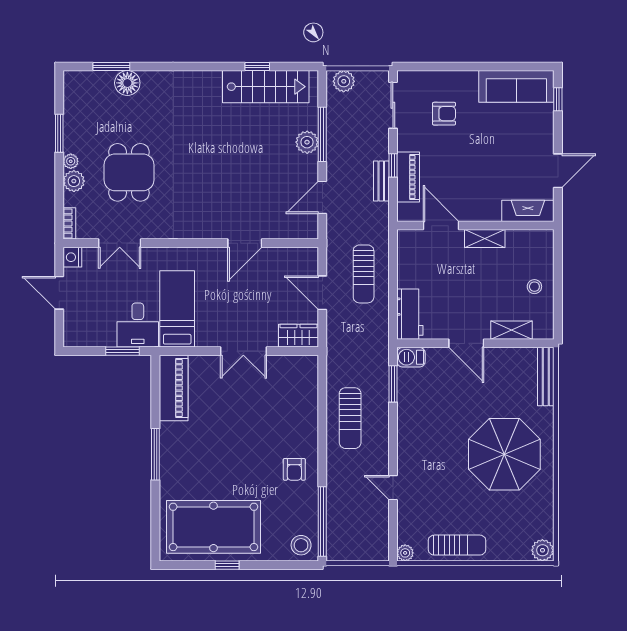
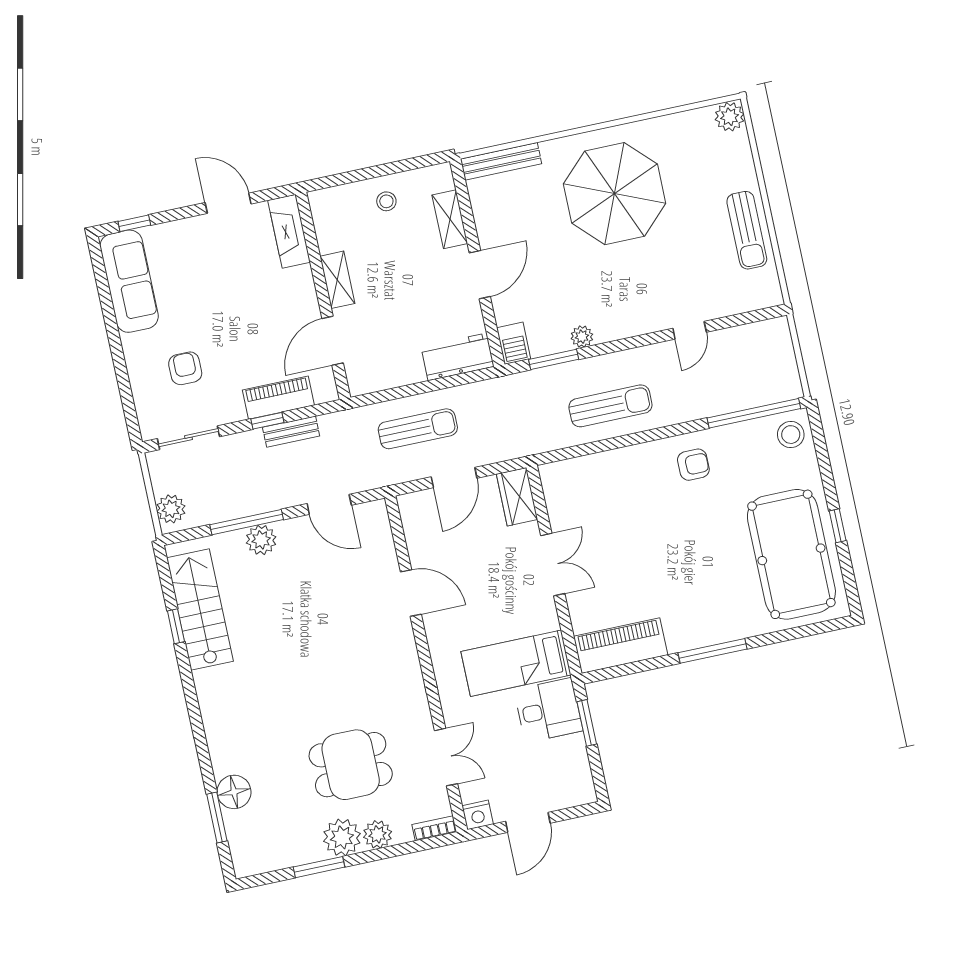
plant: (71, 161) -> (342, 837), width x1.88, depth x1.88
sun lounger: (457, 545) -> (747, 230), turned 180
plant: (405, 553) -> (582, 337), moved

